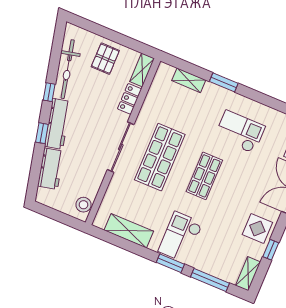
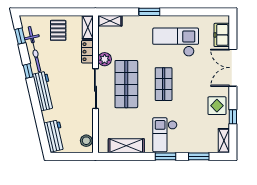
shelving: (189, 80) -> (110, 21), moved
plant: (146, 116) -> (105, 59), added
checkout: (240, 132) -> (176, 42), width x1.36, depth x1.21
window: (42, 133) -> (20, 36), moved
workbench: (51, 169) -> (55, 136), moved
window: (210, 280) -> (199, 156), width x0.69

